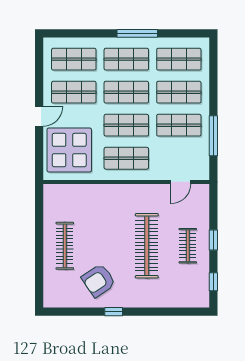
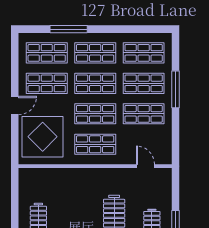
window: (137, 33) -> (69, 29), moved
window: (213, 136) -> (176, 89), moved
door: (181, 182) -> (145, 166), swing flipped

